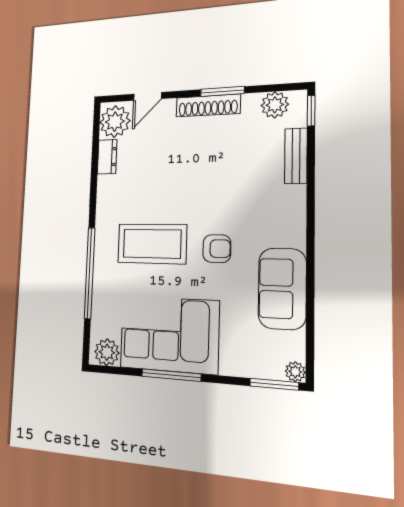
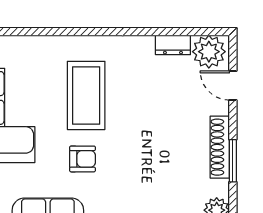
armchair: (217, 249) -> (83, 159), turned -90
window: (90, 273) -> (56, 32), removed

